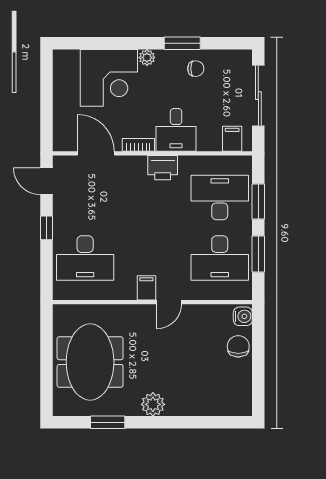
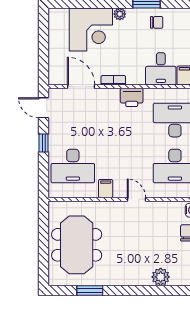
desk: (176, 130) -> (161, 69), moved
filing cabinet: (146, 288) -> (106, 189), moved
door: (169, 302) -> (136, 199), swing flipped
plant: (153, 404) -> (161, 277), moved

